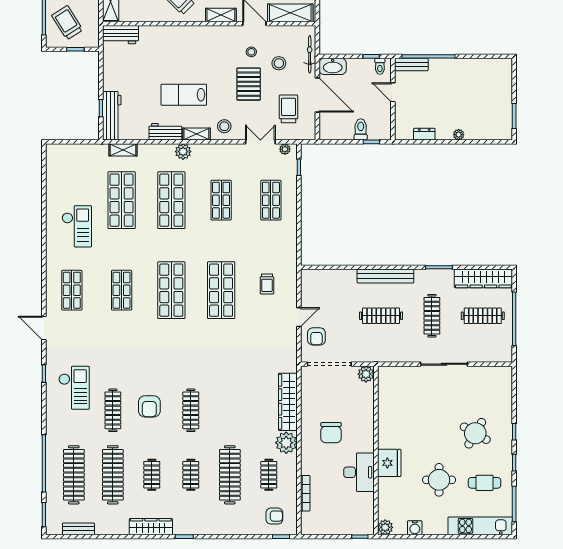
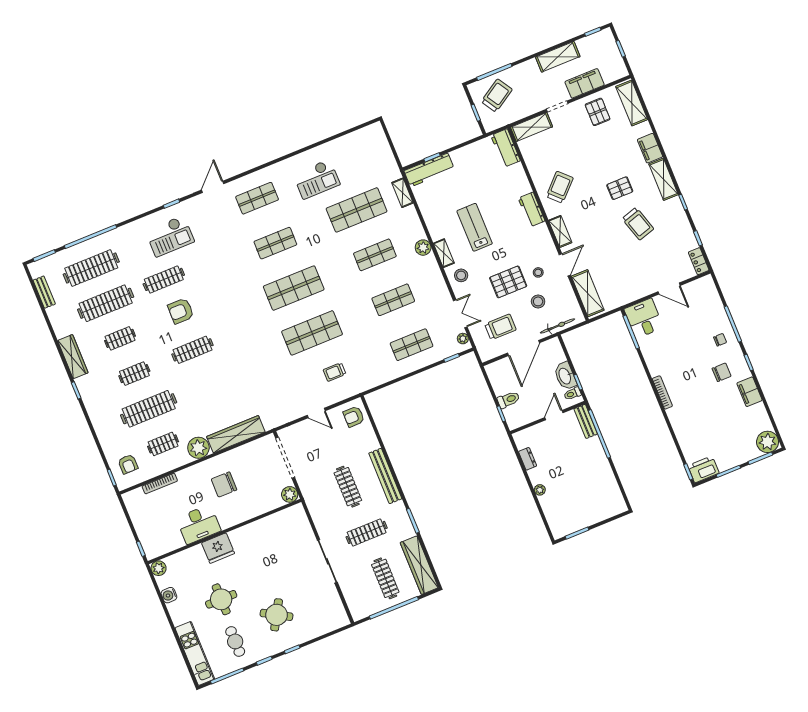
washbasin: (333, 66) -> (565, 376), moved
workbench: (165, 132) -> (532, 209), moved, turned 180
shop shelf: (171, 200) -> (375, 255), width x0.70, depth x0.74
armchair: (316, 336) -> (354, 417), moved

